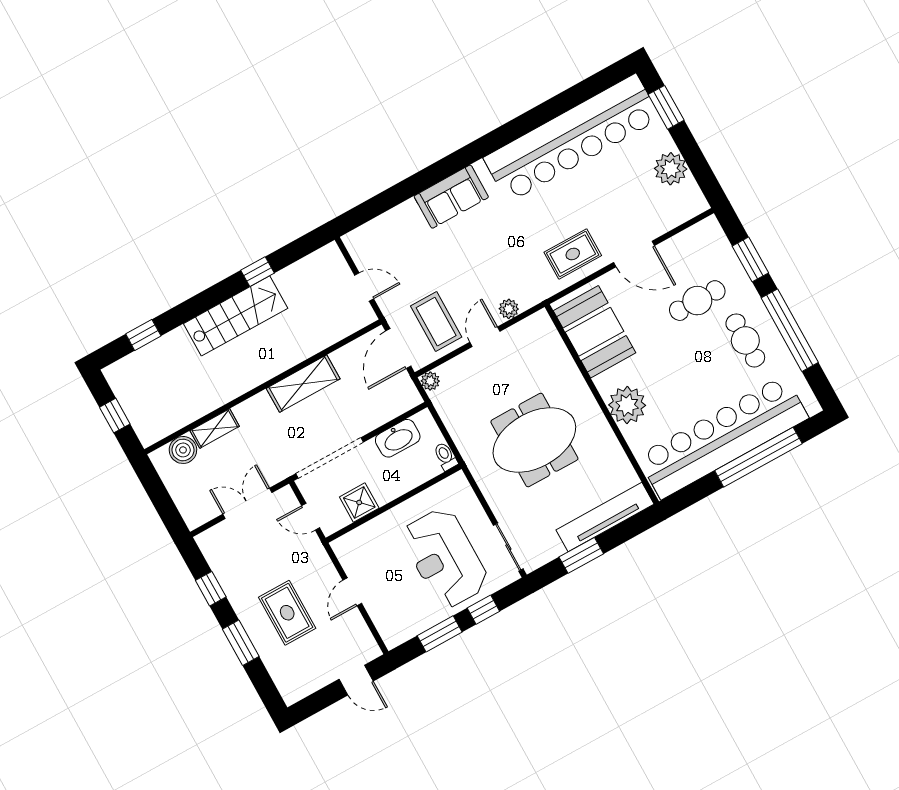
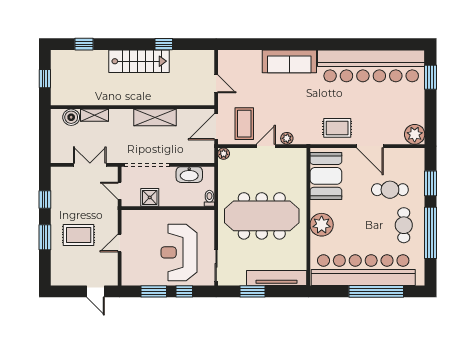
plant: (671, 169) -> (415, 134), moved
sofa: (451, 197) -> (289, 61), width x1.36
meeting table: (534, 440) -> (262, 216), width x1.36
rug: (287, 613) -> (79, 235), turned 90

